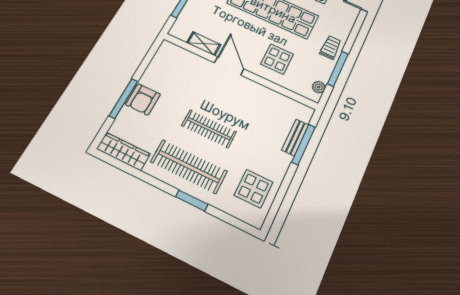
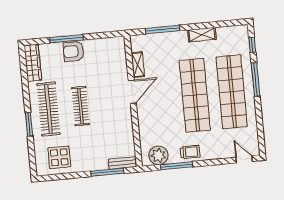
display table: (277, 59) -> (158, 121), removed
plant: (319, 87) -> (158, 155), width x1.88, depth x1.88
bench: (295, 137) -> (122, 163), moved

